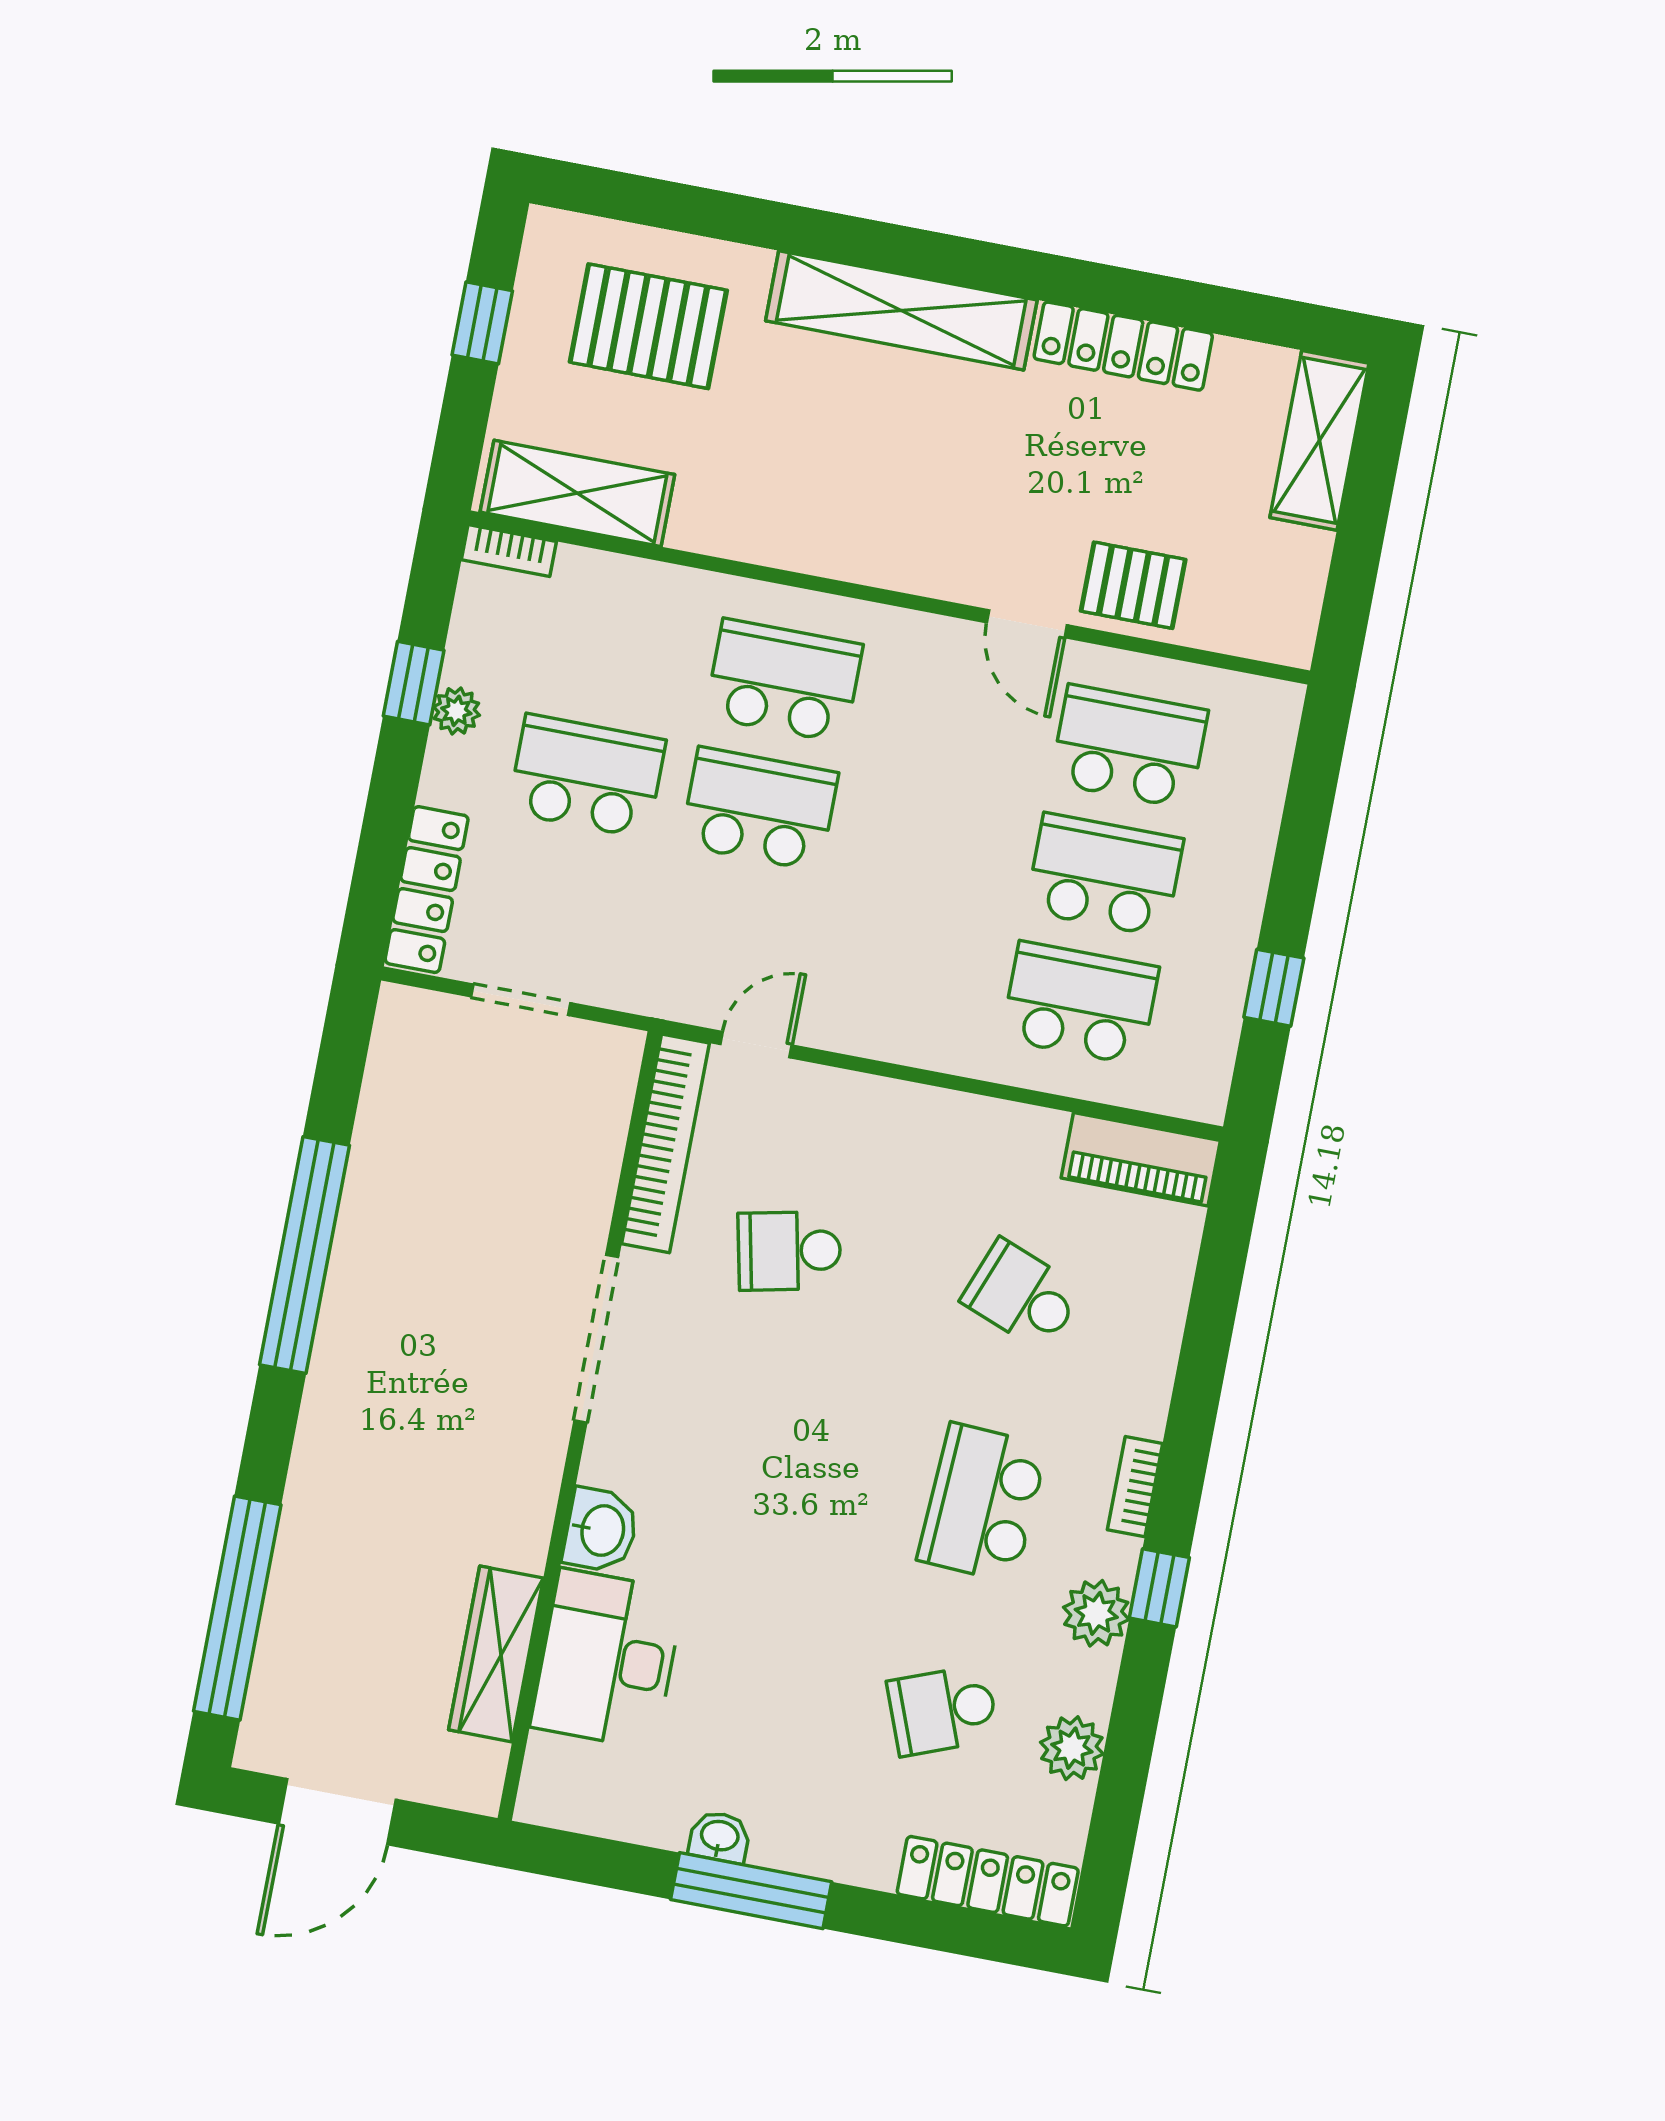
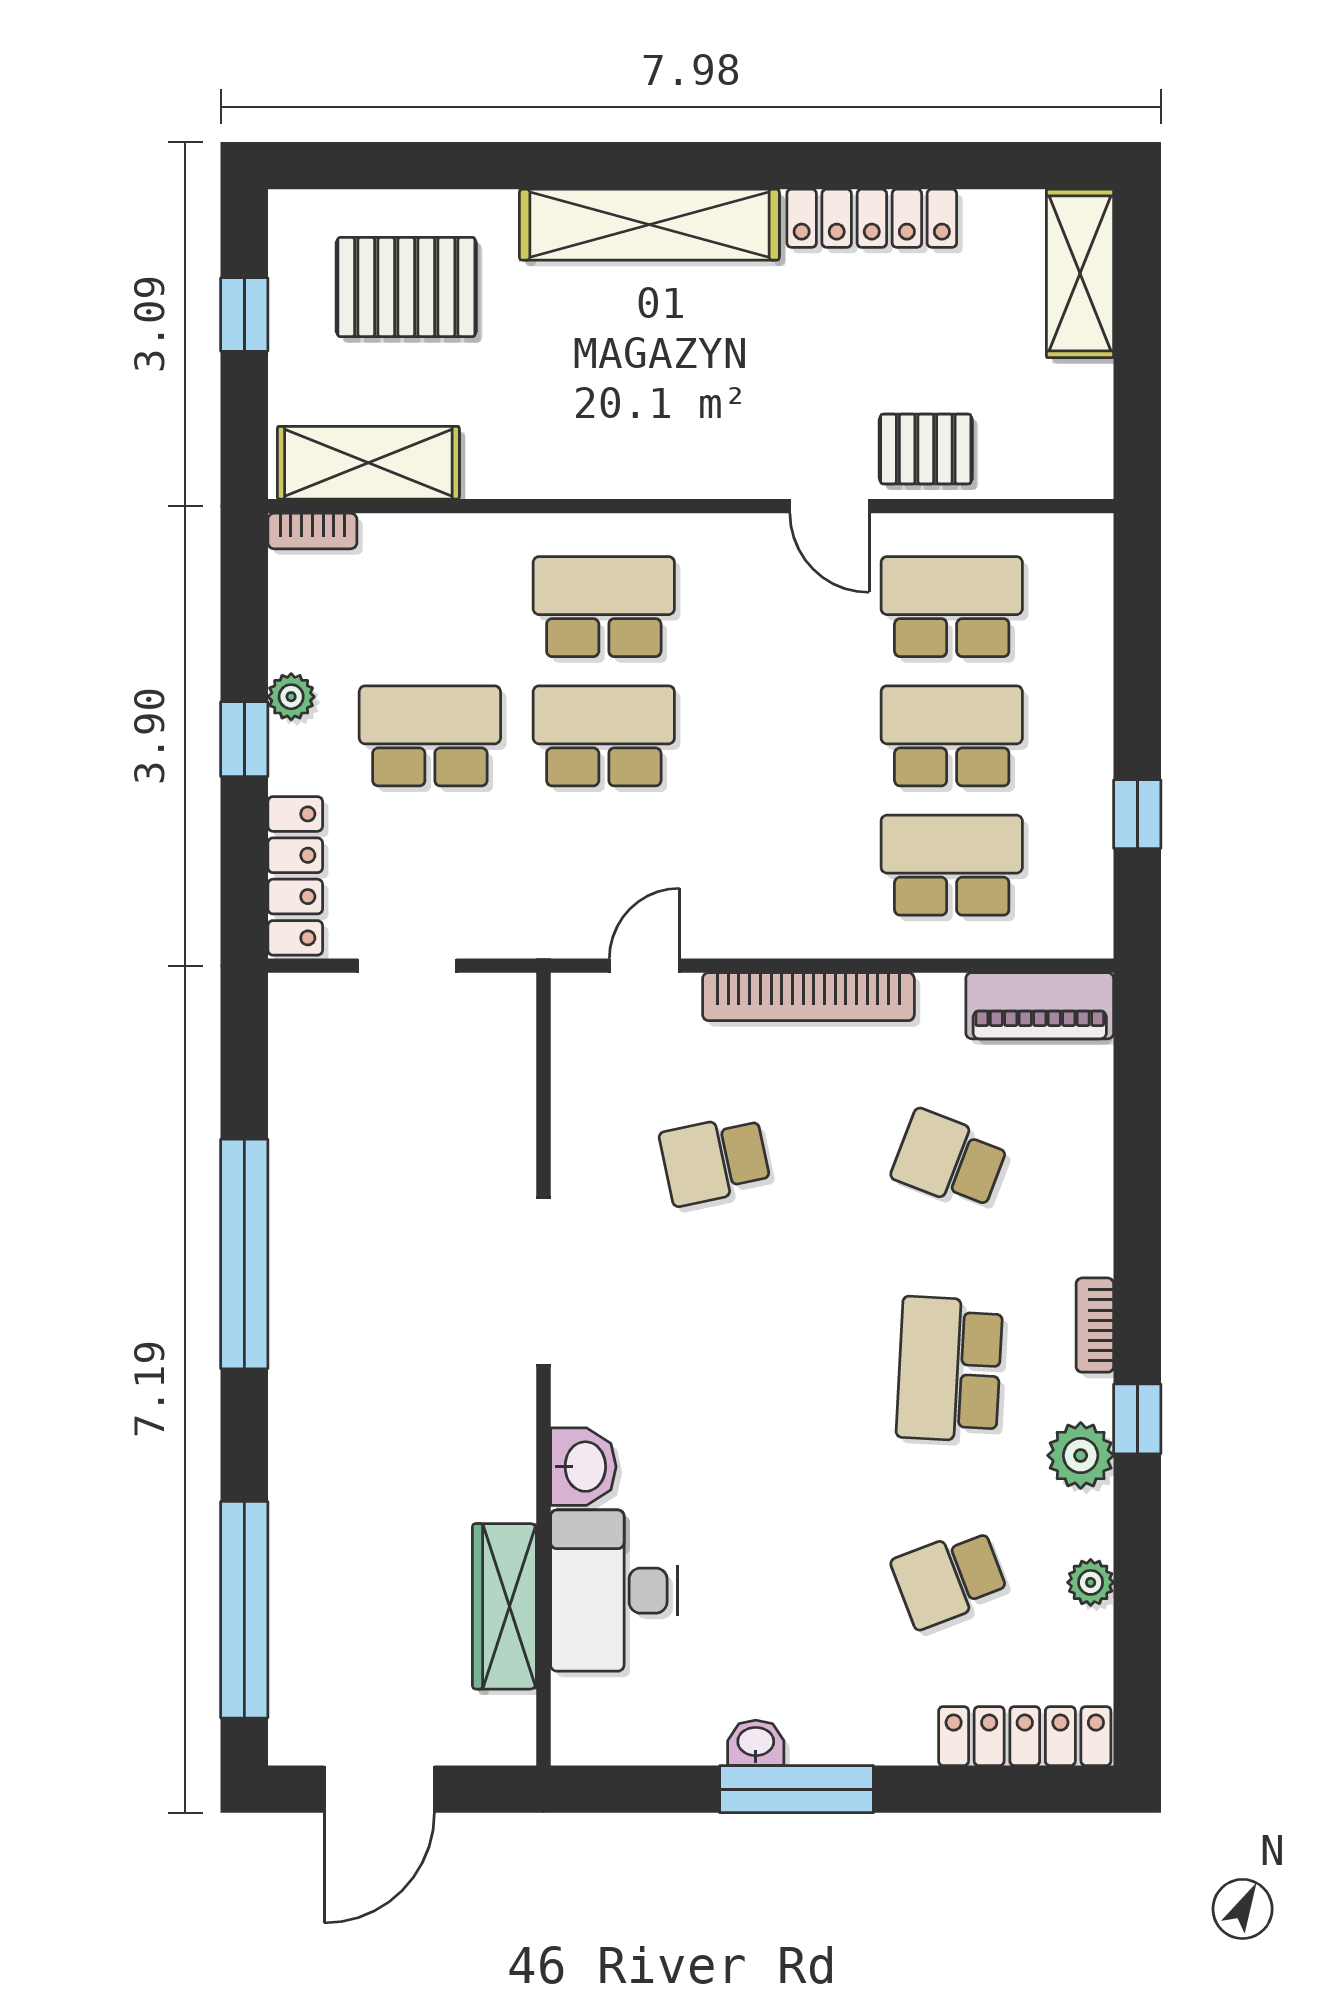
window: (414, 683) -> (244, 739), moved
bookcase: (665, 1143) -> (808, 997), moved, turned 90
plant: (1072, 1748) -> (1091, 1582), width x0.73, depth x0.73

